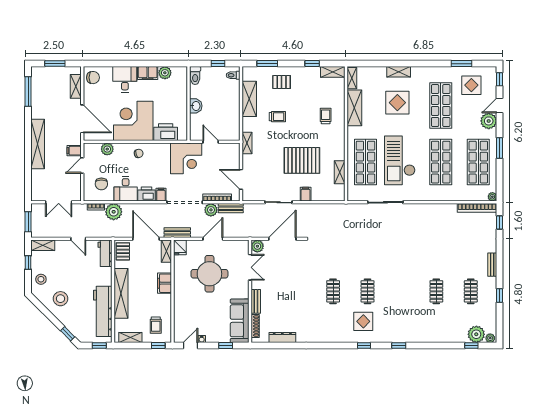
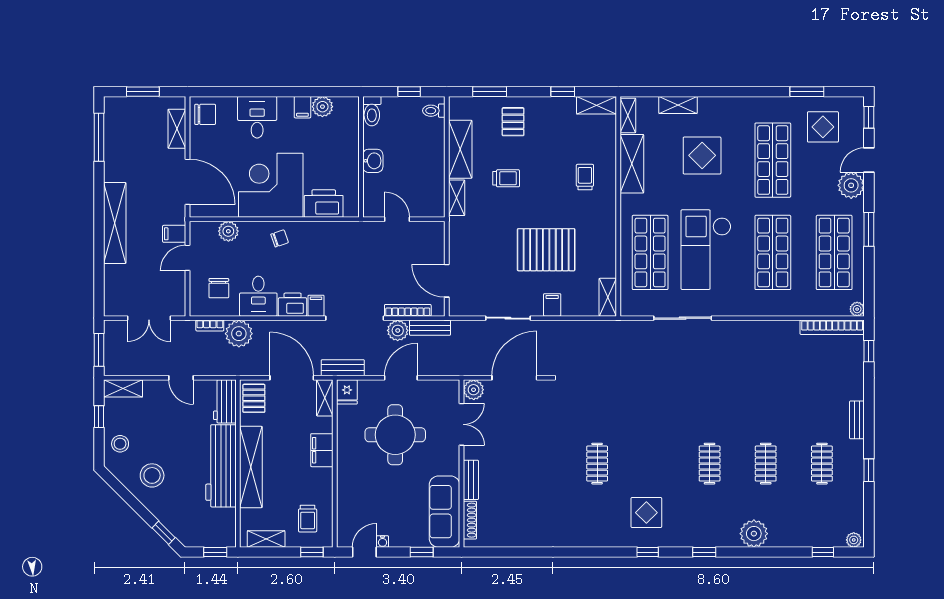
shelving: (399, 72) -> (678, 105), moved
filing cabinet: (148, 73) -> (302, 107), width x0.50
pallet: (282, 82) -> (513, 122), turned 90
shelving: (247, 143) -> (457, 198), moved
corner desk: (186, 158) -> (357, 246), removed
shelving: (340, 172) -> (608, 297), moved
clothes rail: (368, 291) -> (710, 464), moved
workbench: (103, 311) -> (221, 466), moved
plant: (476, 334) -> (754, 534), moved
dresser: (282, 338) -> (514, 539), removed

